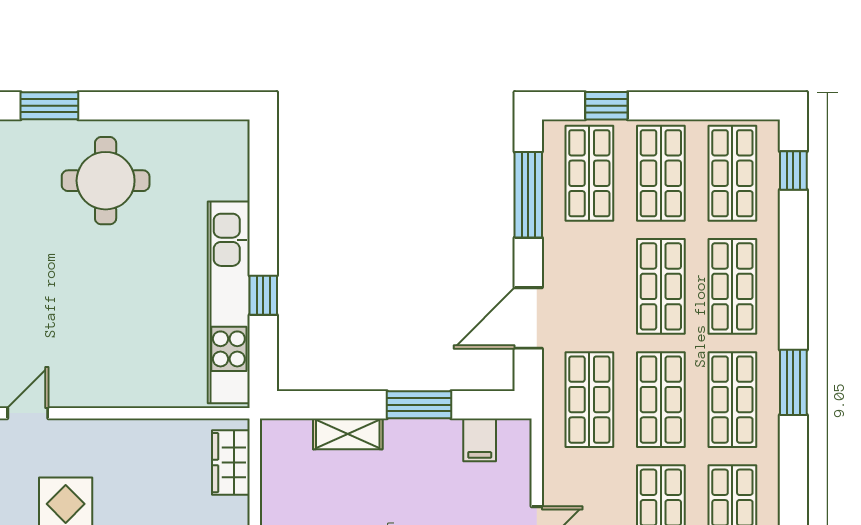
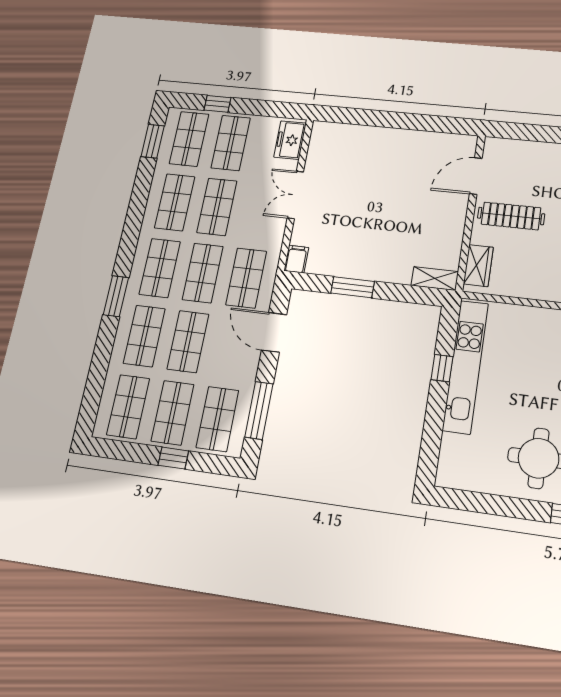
window: (606, 106) -> (173, 458), moved
window: (793, 170) -> (90, 403), removed
door: (528, 318) -> (274, 332), swing flipped
window: (793, 382) -> (116, 296), moved
shelving: (348, 434) -> (435, 279), moved
filing cabinet: (480, 440) -> (296, 259), moved

